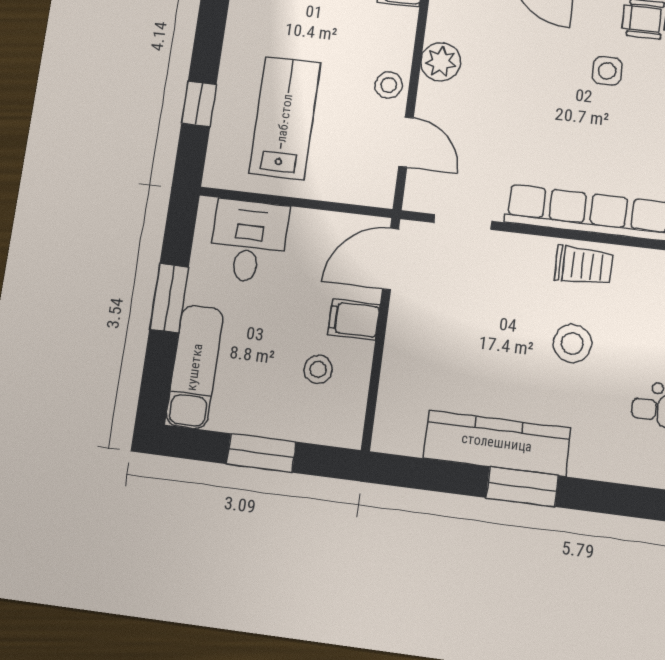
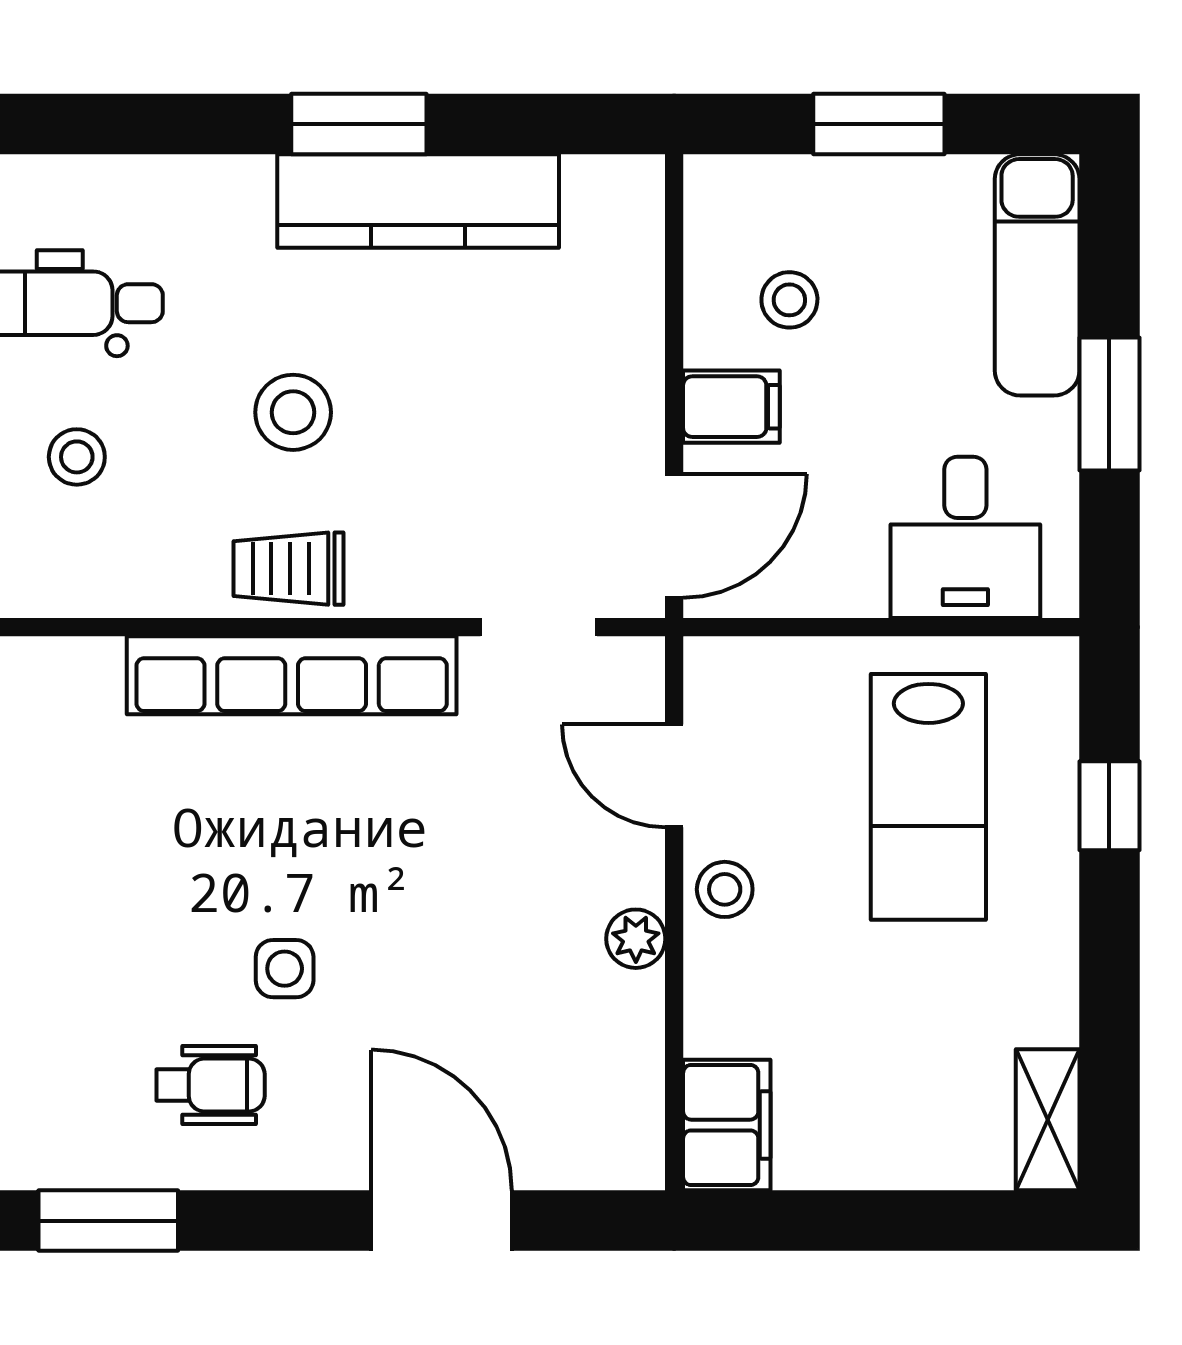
plant: (441, 62) -> (636, 939), width x0.73, depth x0.73

